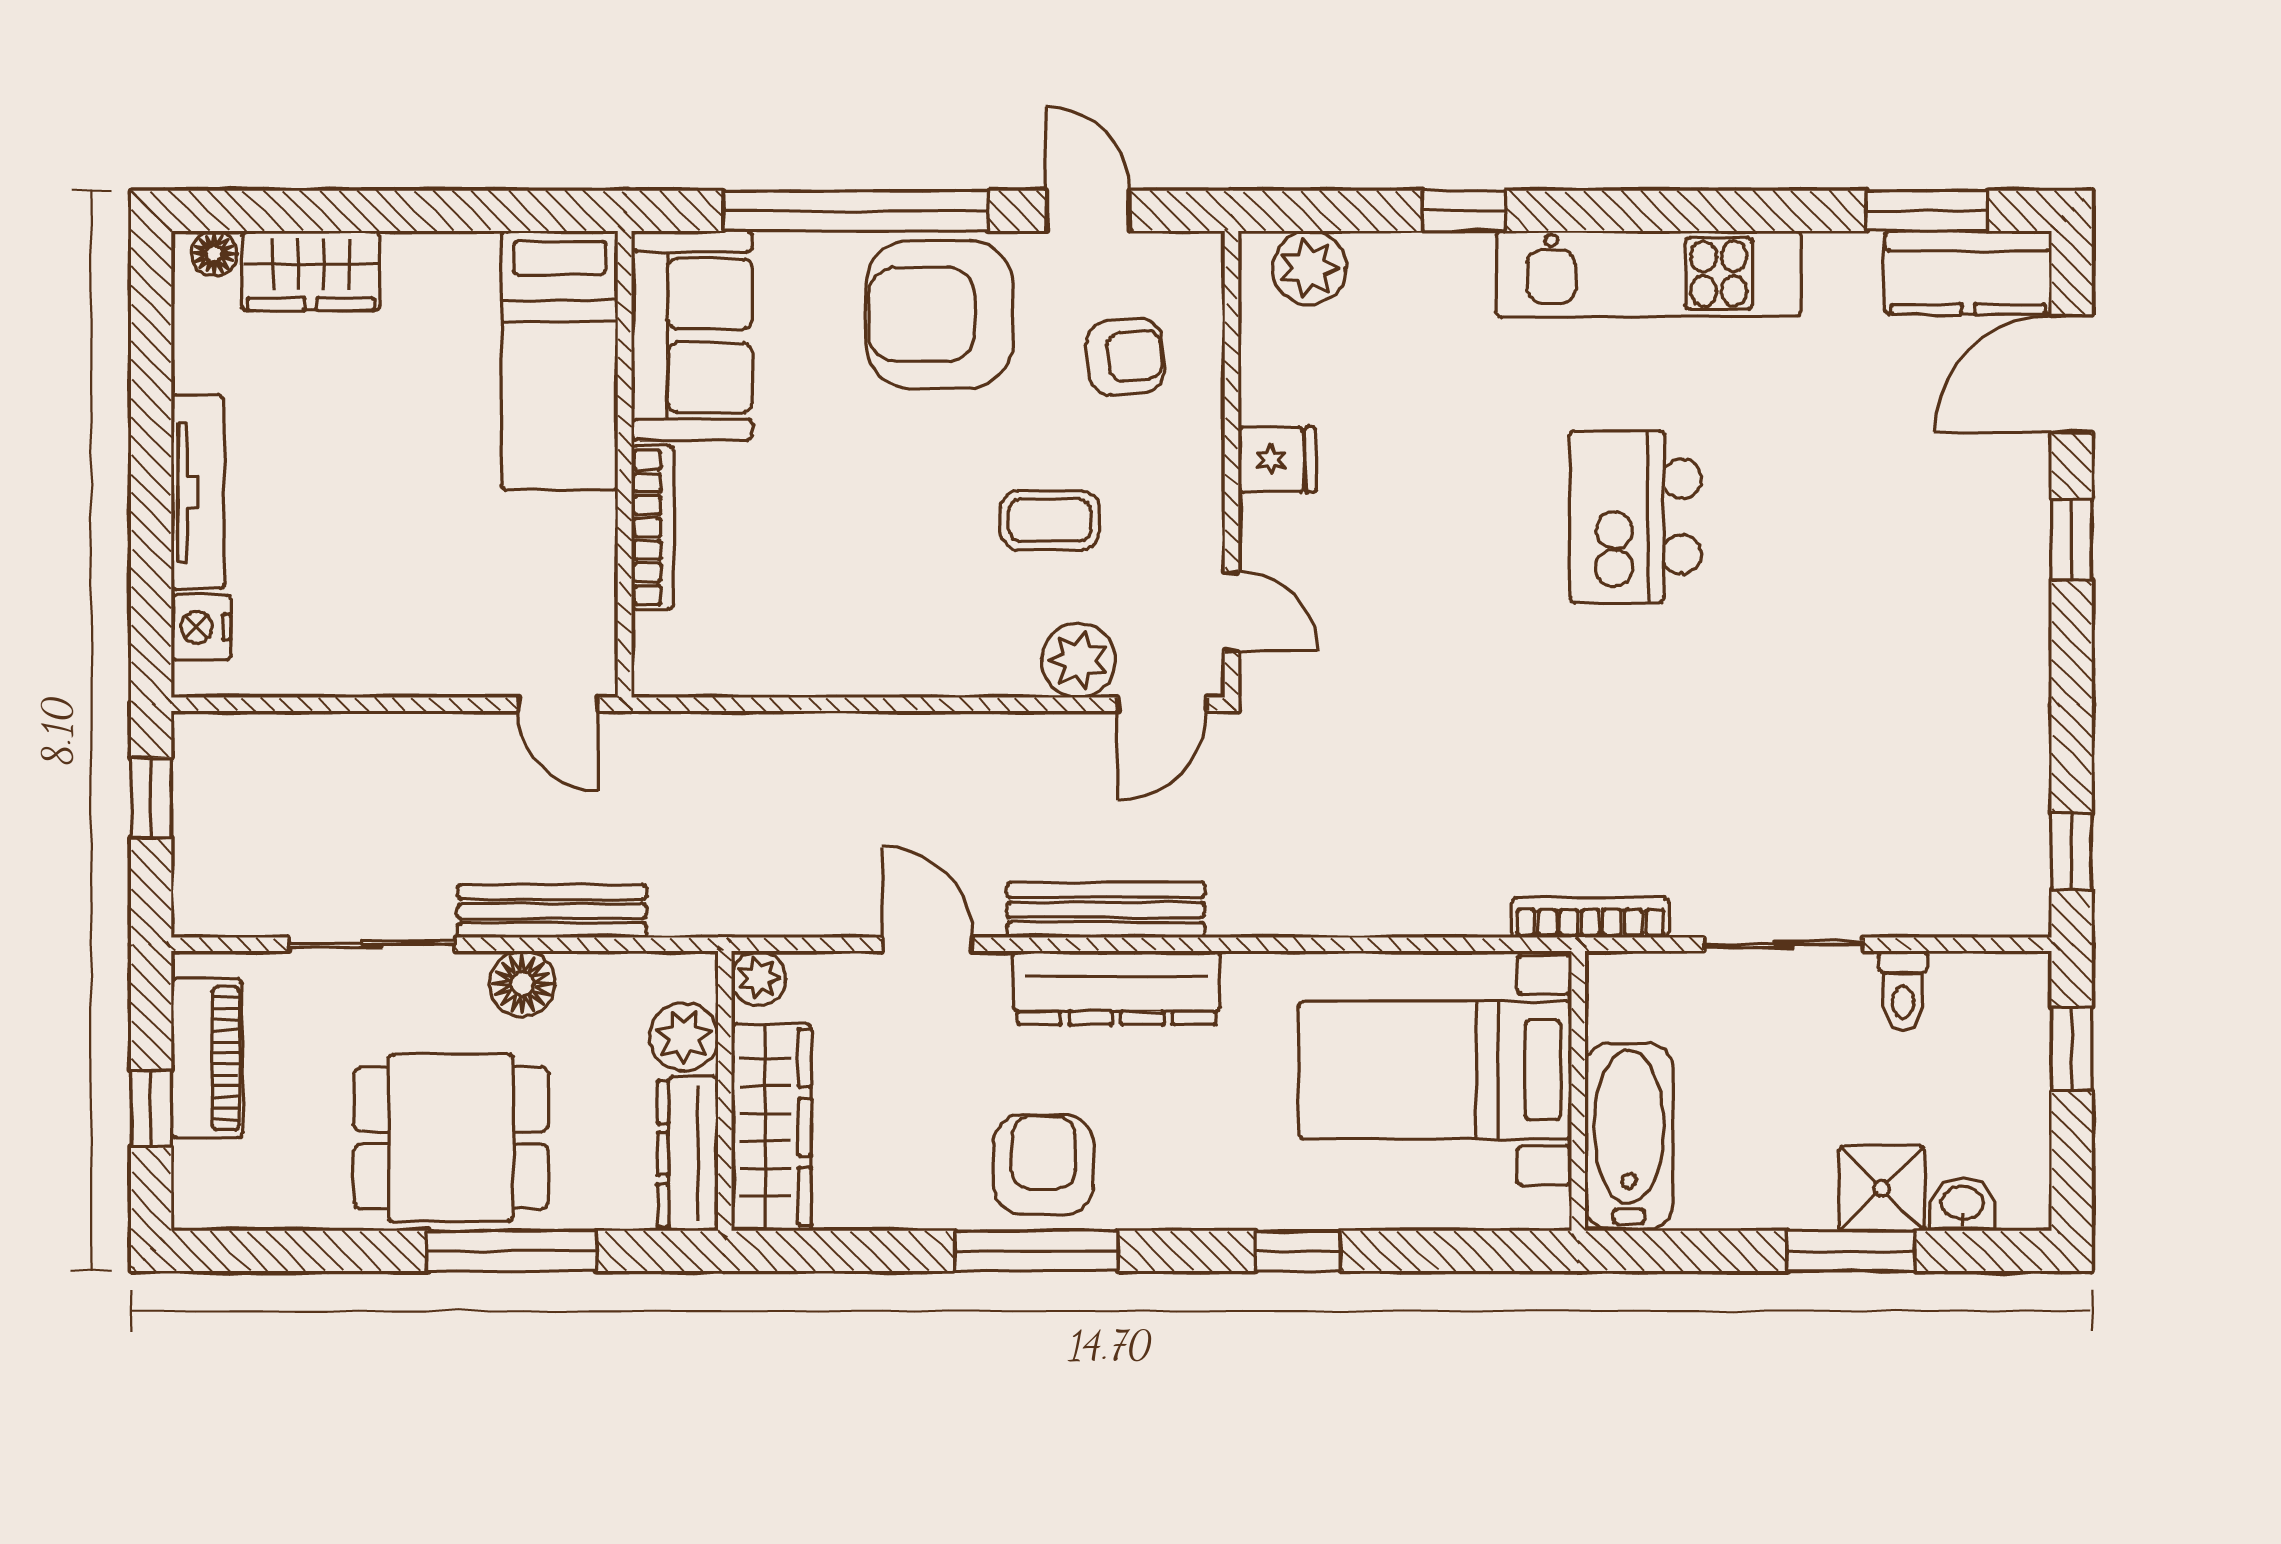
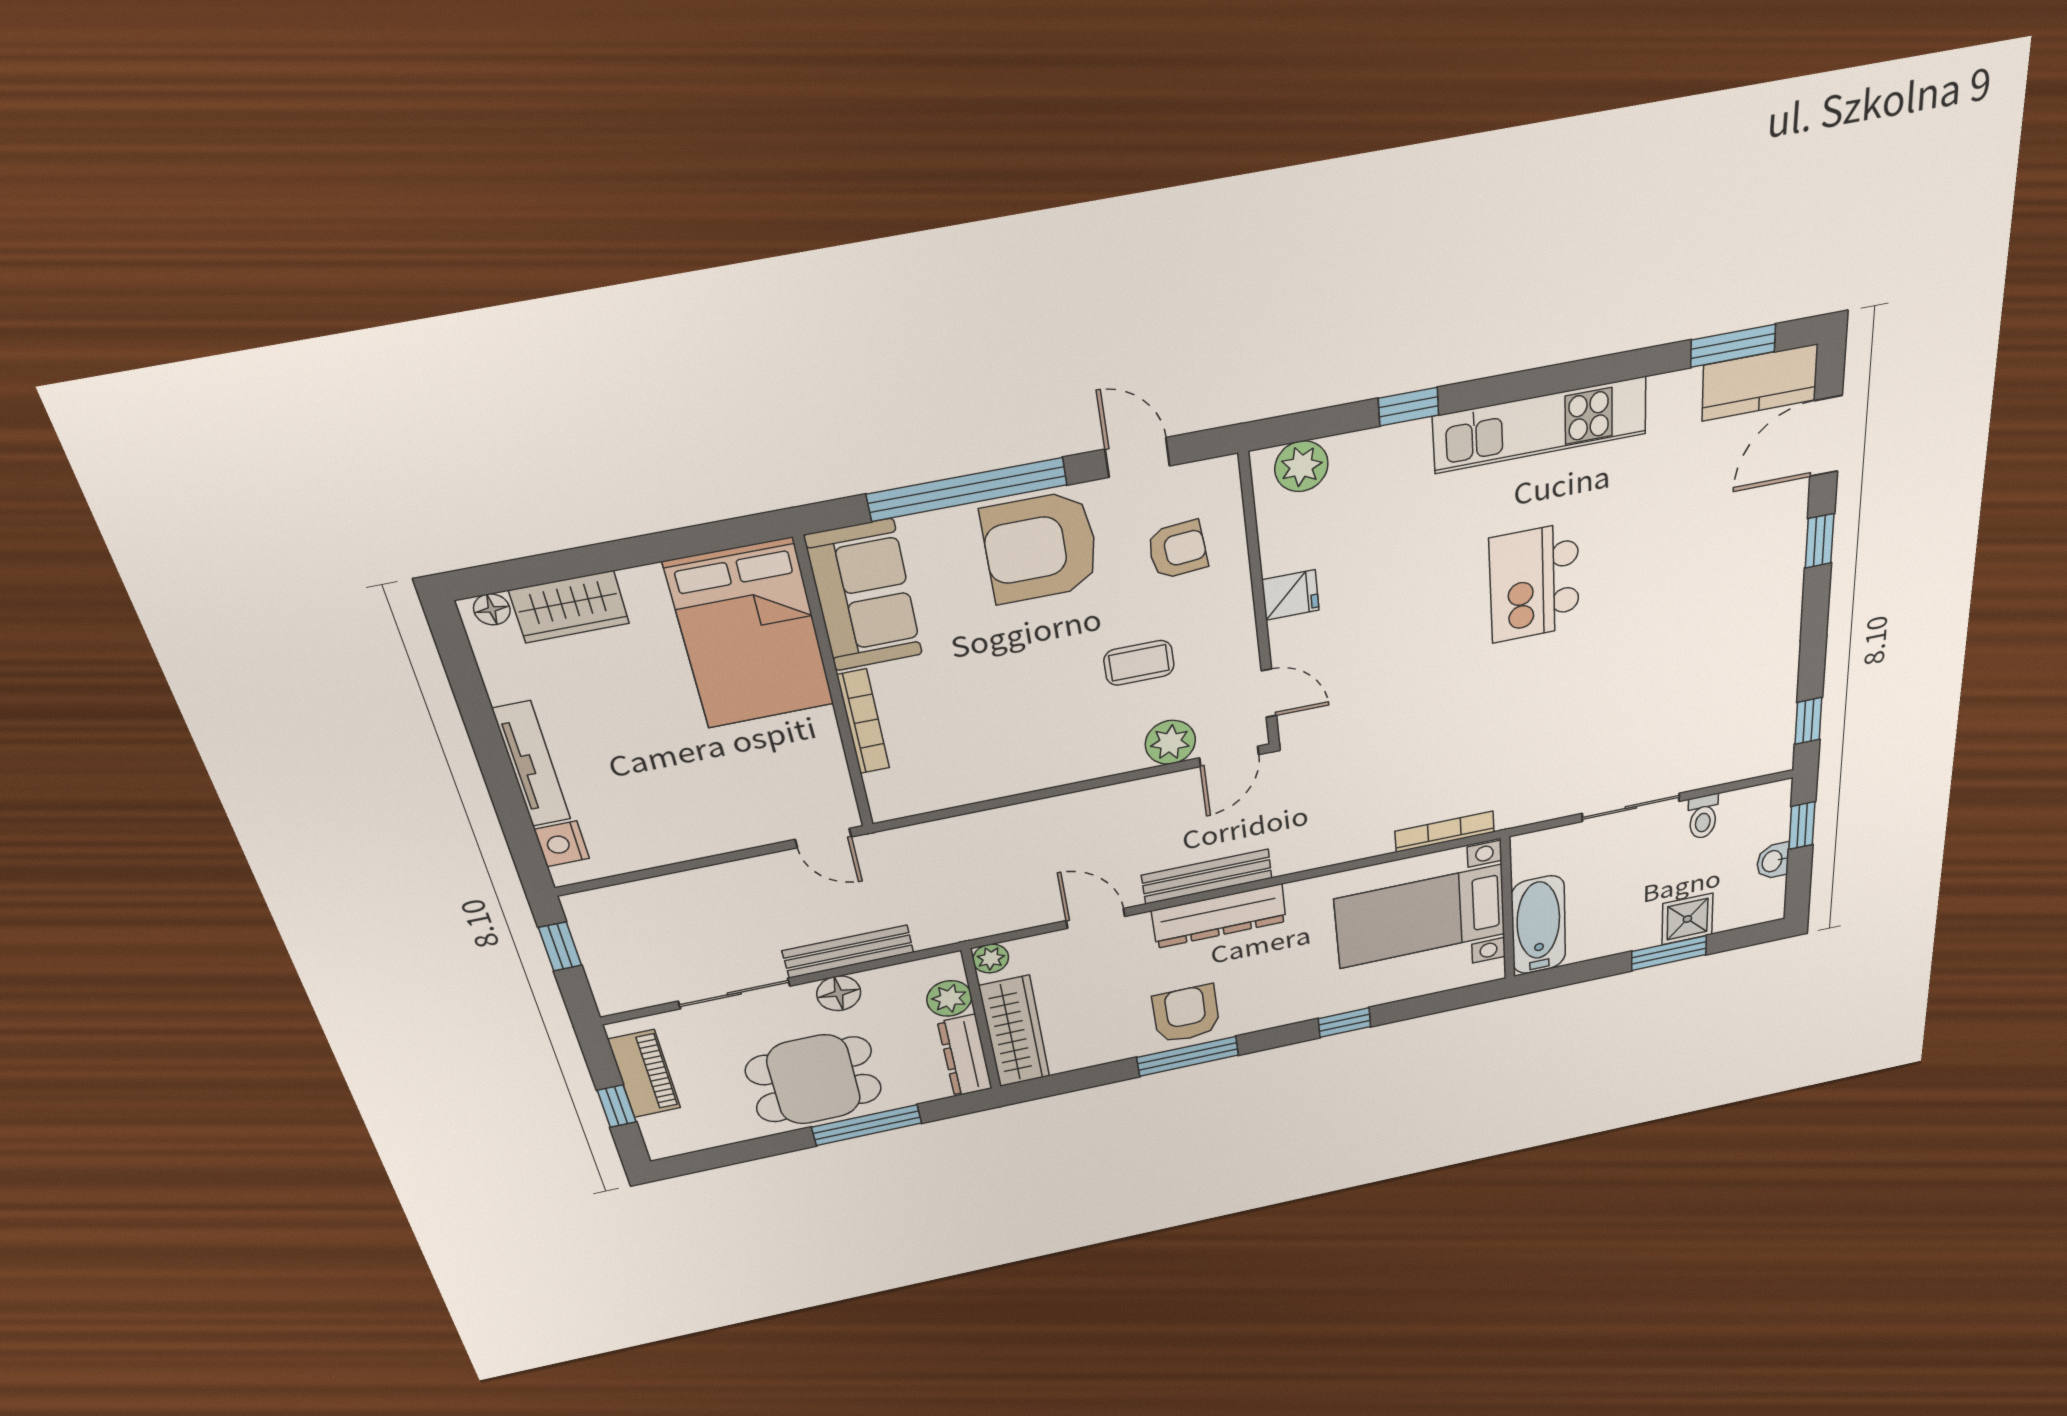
bed: (560, 360) -> (750, 634), width x1.50
bookcase: (1590, 918) -> (1445, 832), moved
washbasin: (1962, 1205) -> (1773, 861), moved, turned -90

